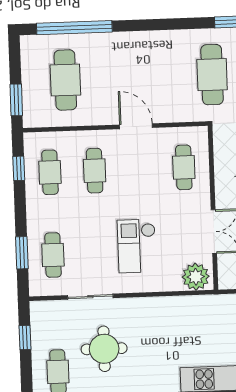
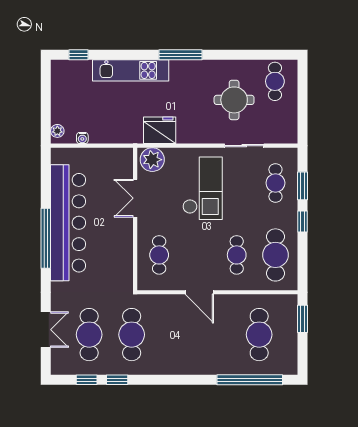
window: (19, 168) -> (302, 222), moved
cafe table: (50, 172) -> (275, 255), width x1.37, depth x1.35
checkout: (137, 246) -> (202, 188), width x1.36, depth x1.21
fridge: (188, 311) -> (160, 130), added
window: (25, 338) -> (302, 112), removed

